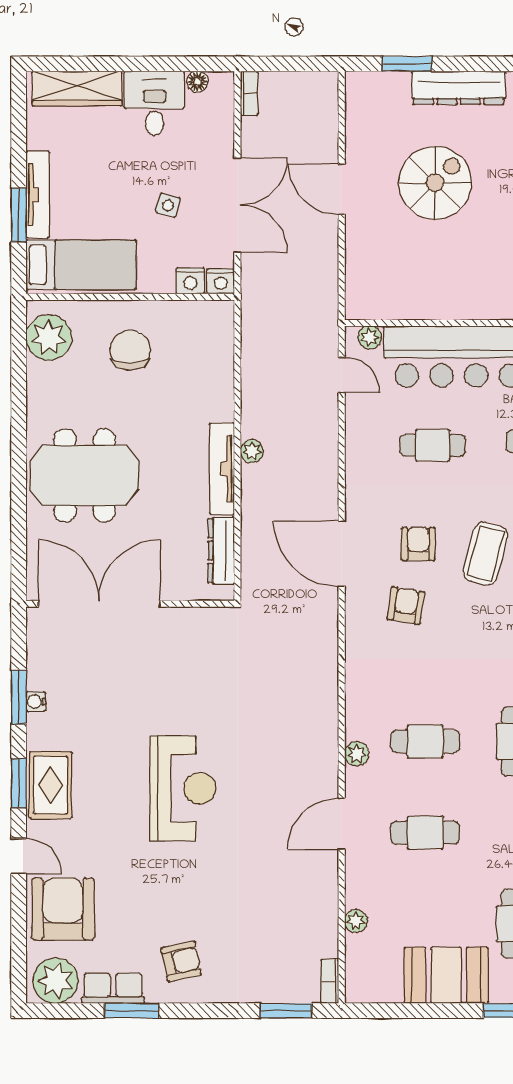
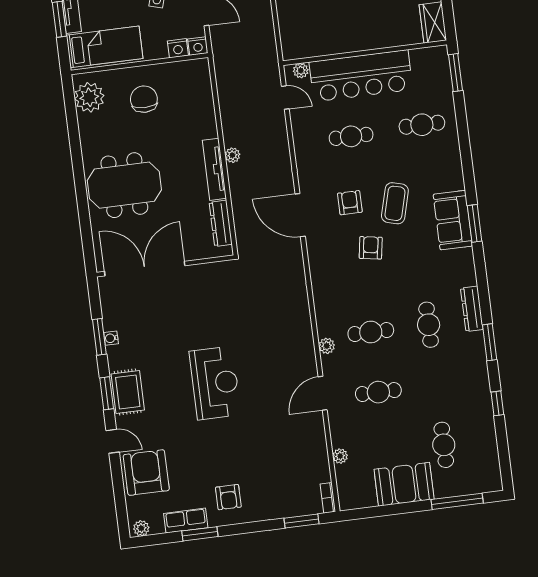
armchair: (406, 606) -> (371, 248), moved
armchair: (181, 961) -> (228, 497), turned 102
plant: (56, 981) -> (141, 528), width x0.53, depth x0.53

